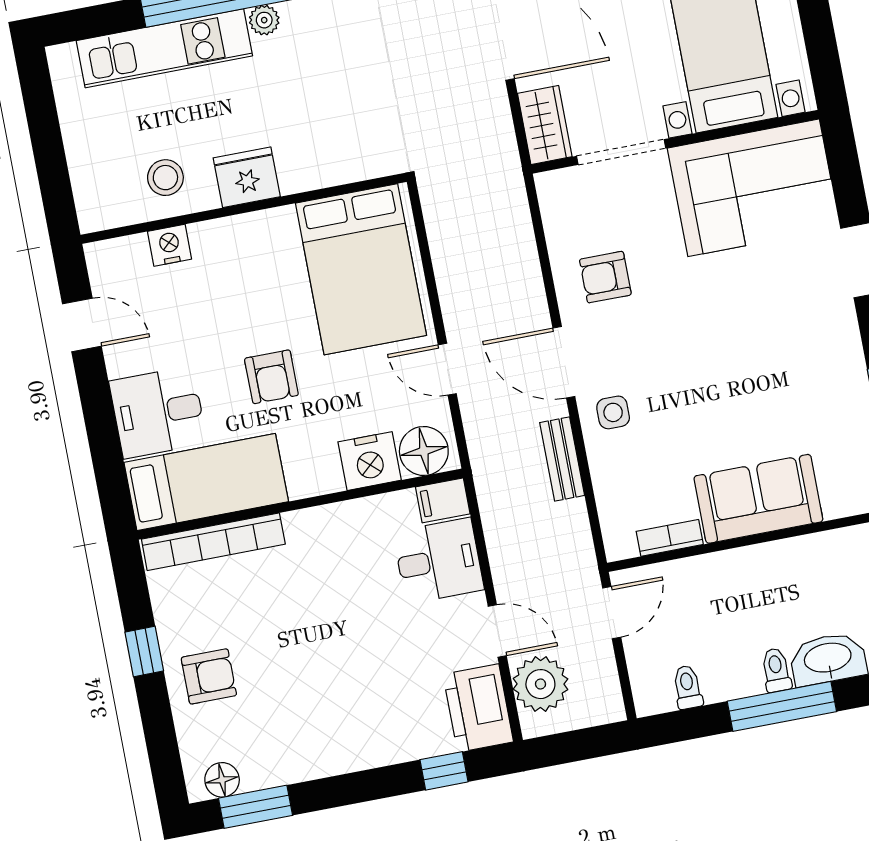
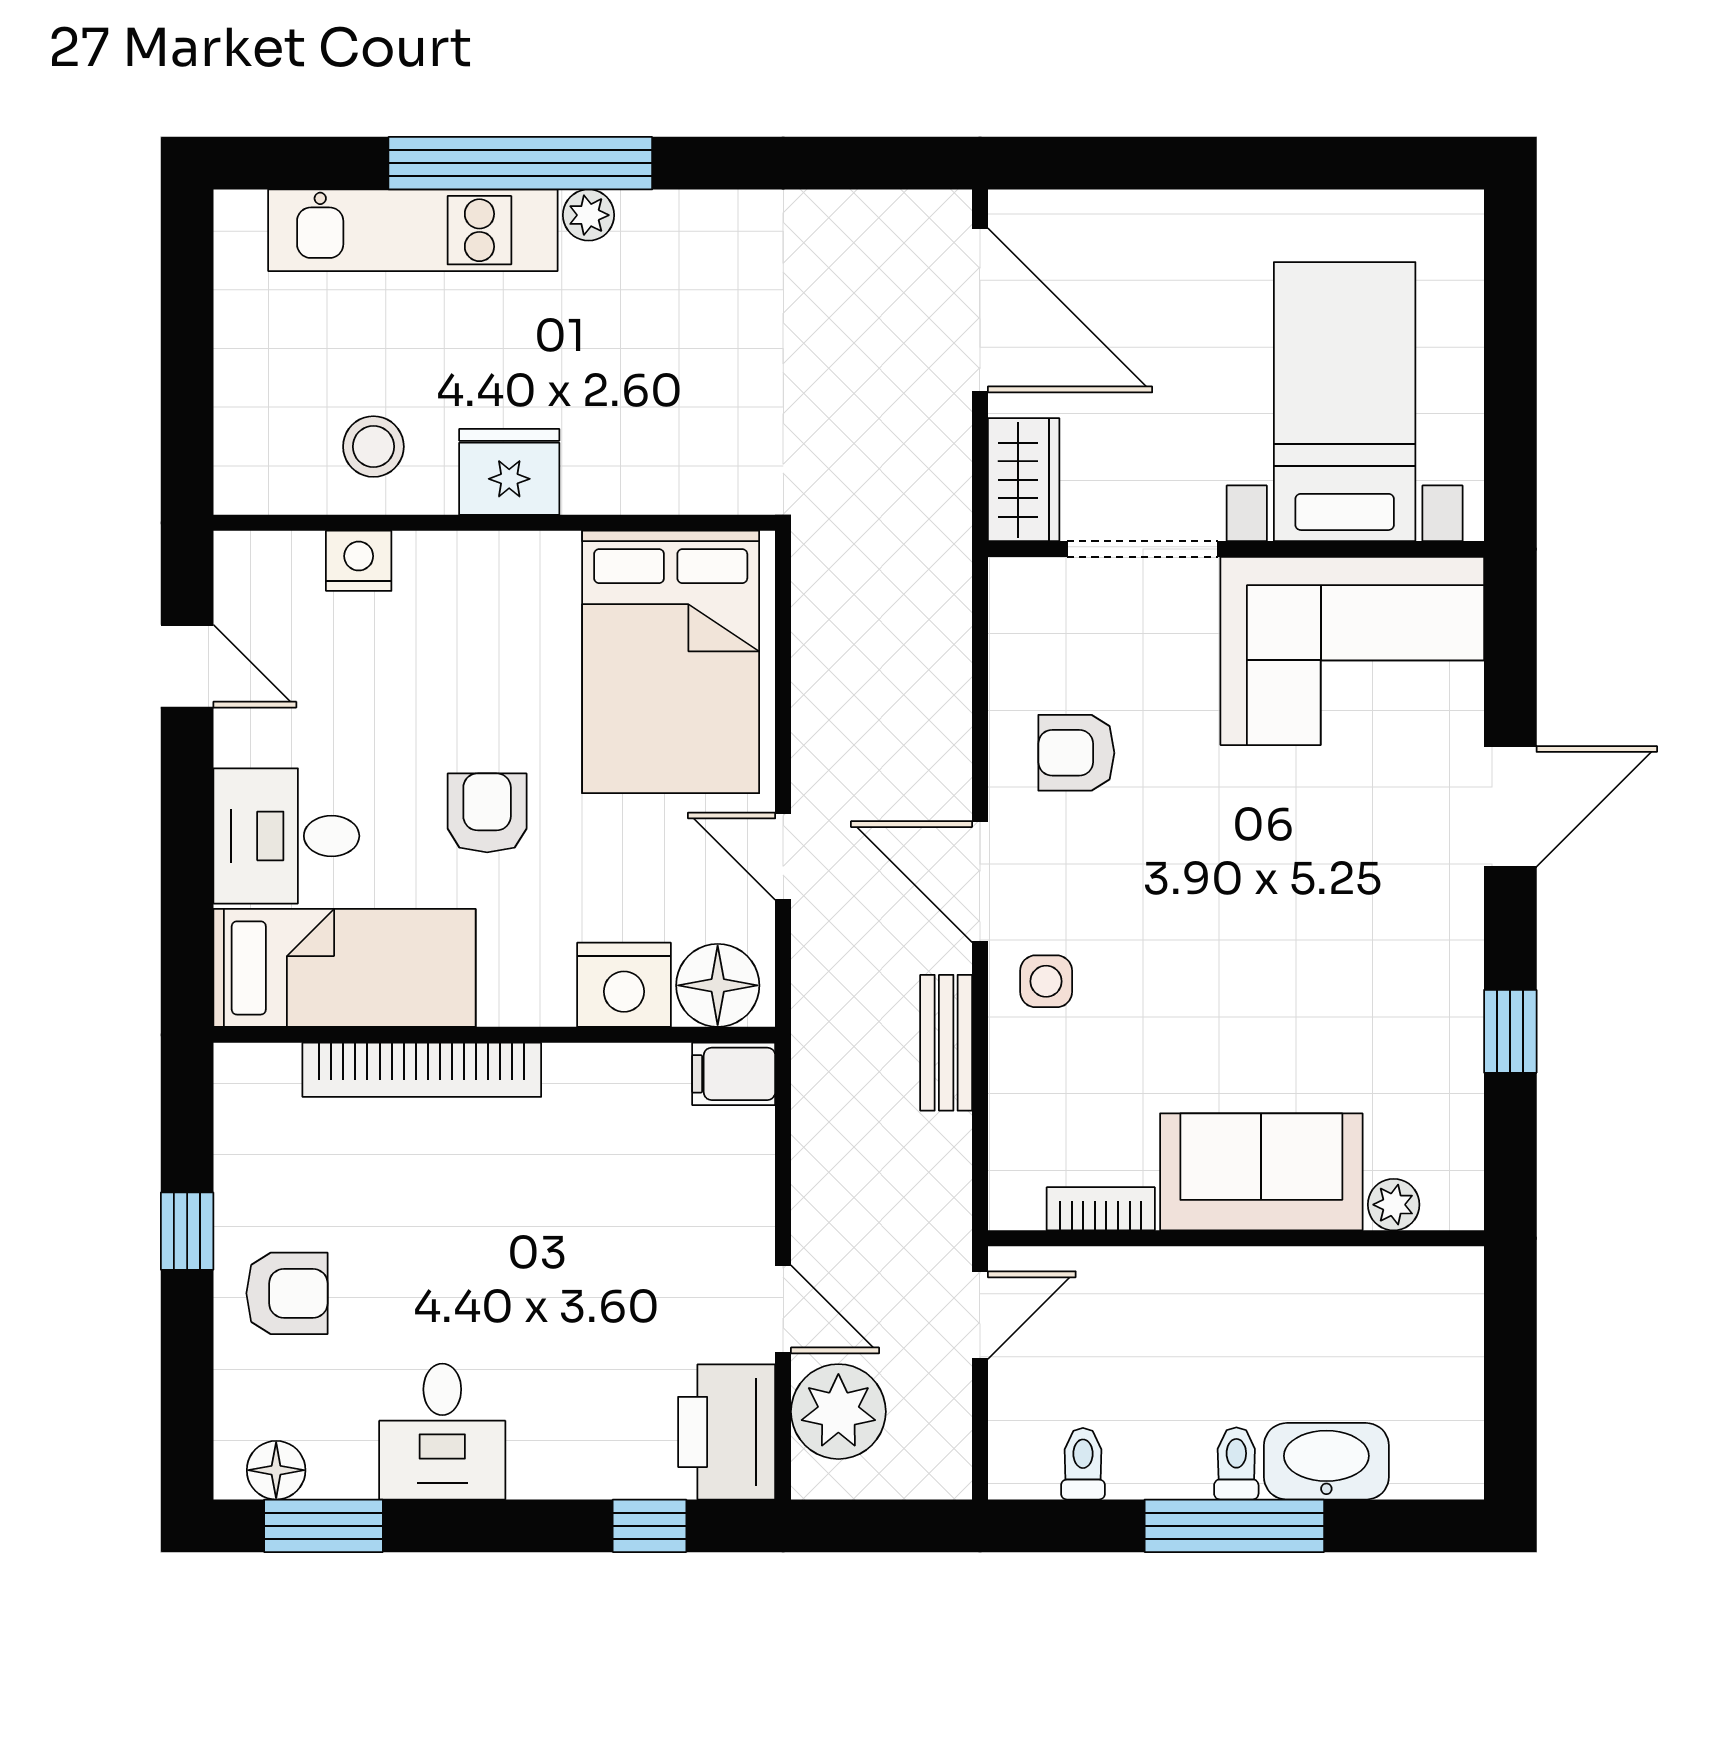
armchair: (271, 377) -> (487, 813), turned 180
plant: (839, 503) -> (1394, 1205), added
bookcase: (213, 542) -> (422, 1070), moved
desk: (438, 561) -> (442, 1432), moved, turned 90

